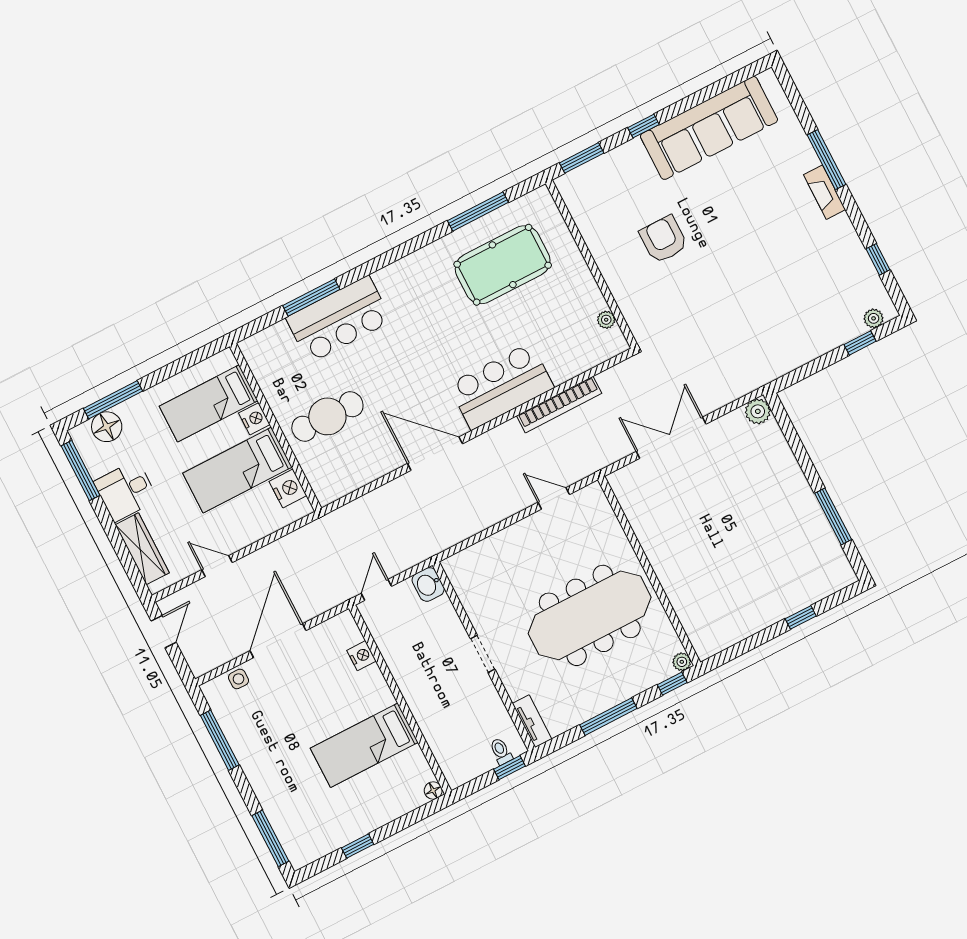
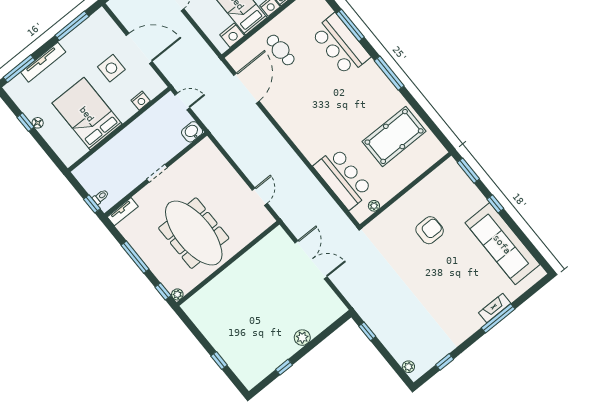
fireplace: (824, 192) -> (495, 308), moved
window: (478, 211) -> (389, 73), moved
pool table: (503, 265) -> (394, 136), turned 90
window: (860, 343) -> (367, 331), moved
bar counter: (501, 386) -> (343, 178), moved
bookcase: (559, 405) -> (317, 188), removed
plant: (758, 411) -> (302, 338), moved
cafe table: (327, 416) -> (281, 50), width x0.73, depth x0.74
door: (435, 454) -> (246, 88), moved
window: (833, 516) -> (284, 367), width x0.46
side table: (239, 679) -> (111, 68), moved, width x1.87, depth x1.87
bed: (364, 745) -> (87, 114), width x1.50
floor lamp: (433, 791) -> (38, 123), moved
tv unit: (268, 798) -> (43, 62), added

